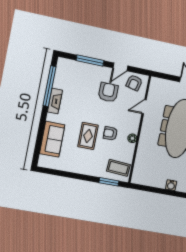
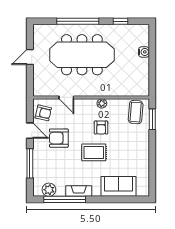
plant: (62, 73) -> (49, 190), added
rug: (88, 136) -> (94, 152), moved

